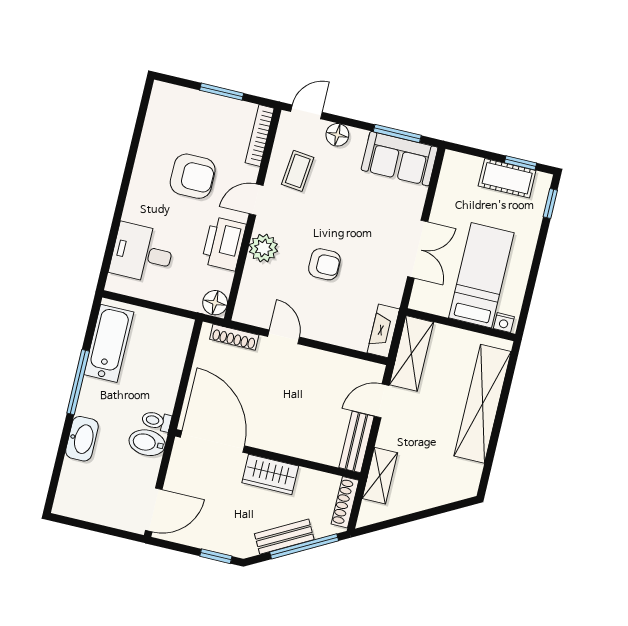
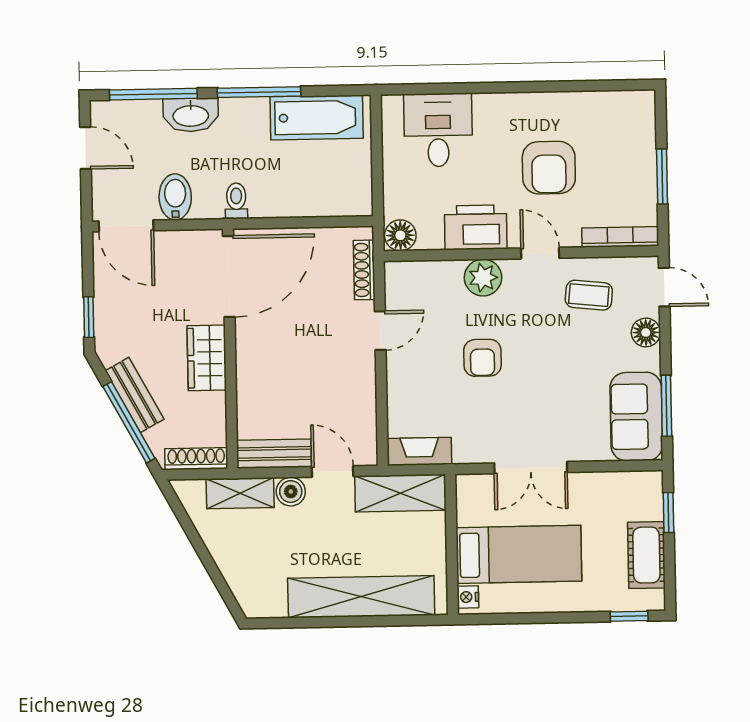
window: (521, 163) -> (669, 512), moved
boiler: (389, 437) -> (291, 492), added
bidet: (147, 443) -> (175, 197), moved
window: (59, 463) -> (153, 94), added
door: (86, 525) -> (86, 148), added

